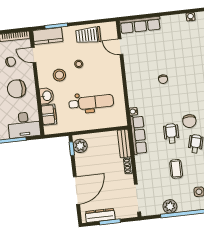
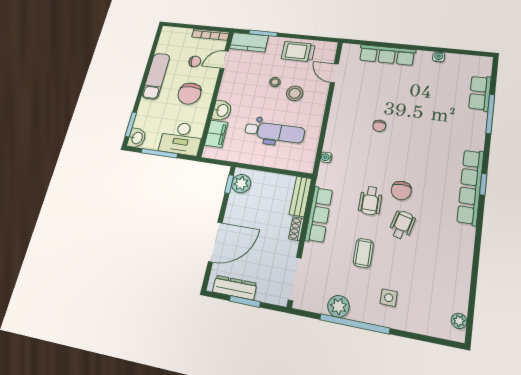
row of seats: (140, 25) -> (387, 55), moved
door: (34, 55) -> (224, 60), hinge flipped
stool: (59, 75) -> (295, 93), moved
chair: (17, 89) -> (189, 94), turned -90
wheelchair: (171, 133) -> (370, 201), turned 180
row of seats: (138, 135) -> (319, 215), moved

